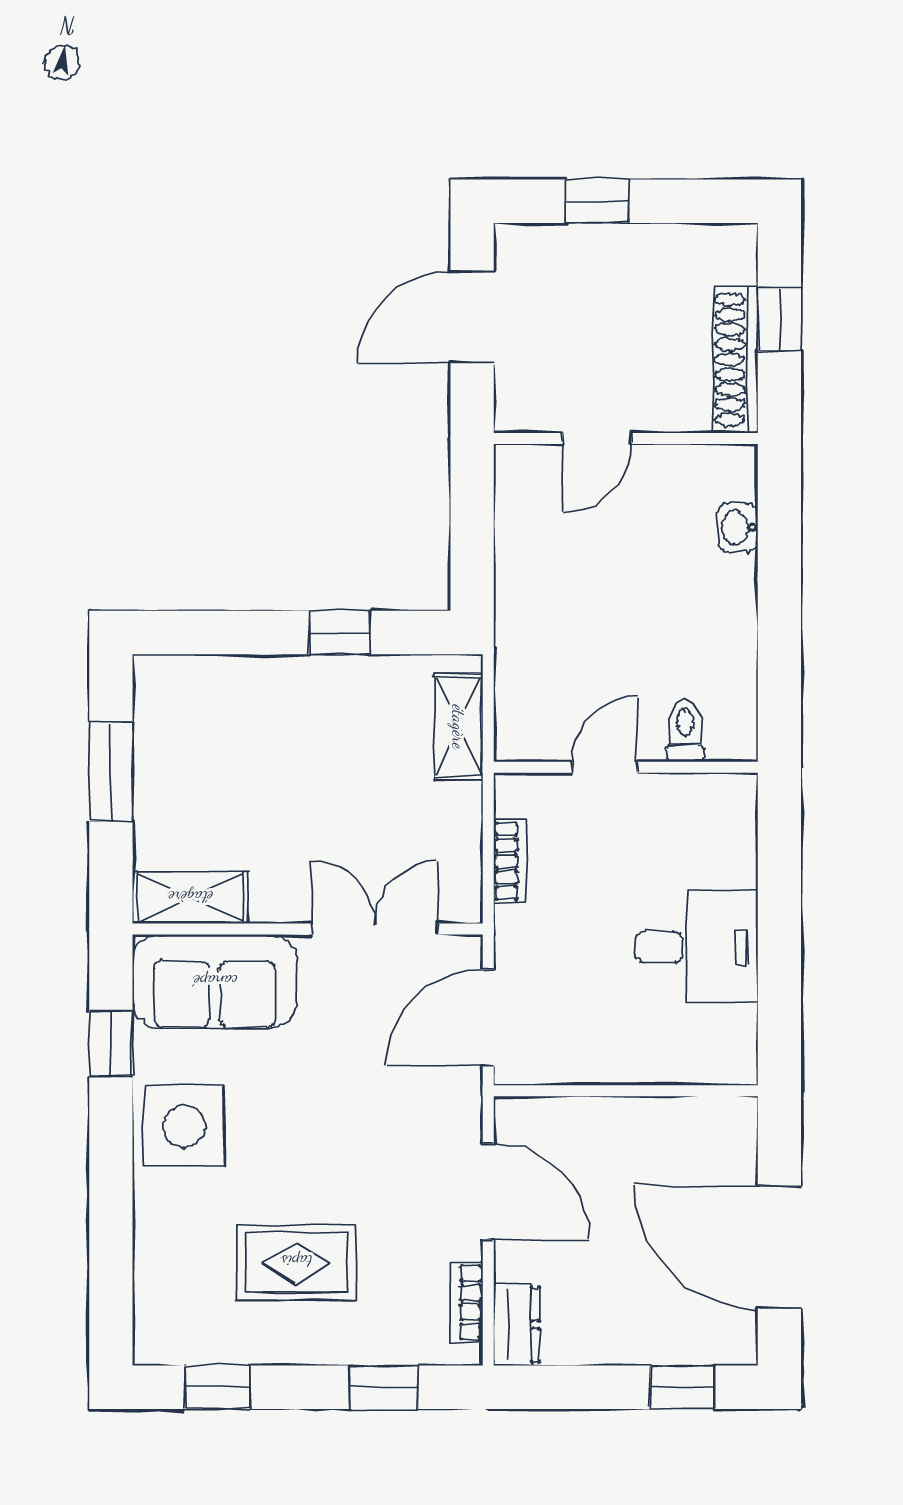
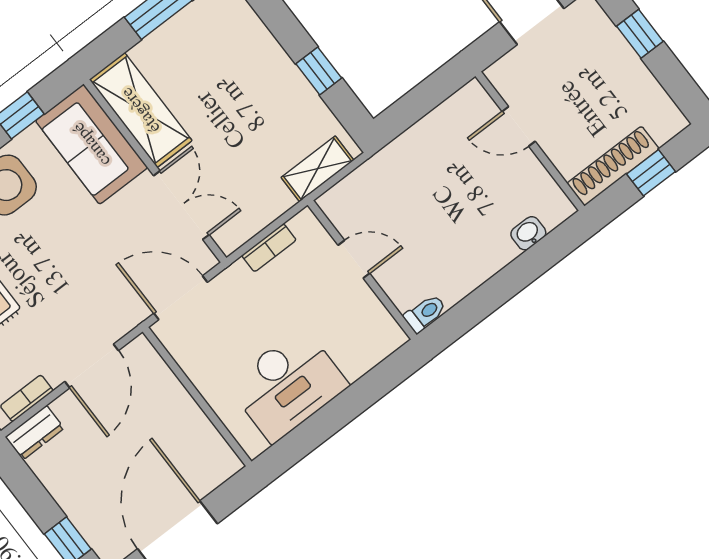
toilet: (685, 731) -> (425, 313), moved
shelving: (190, 898) -> (141, 110), width x1.50, depth x1.33
desk: (697, 947) -> (288, 385), width x1.37

